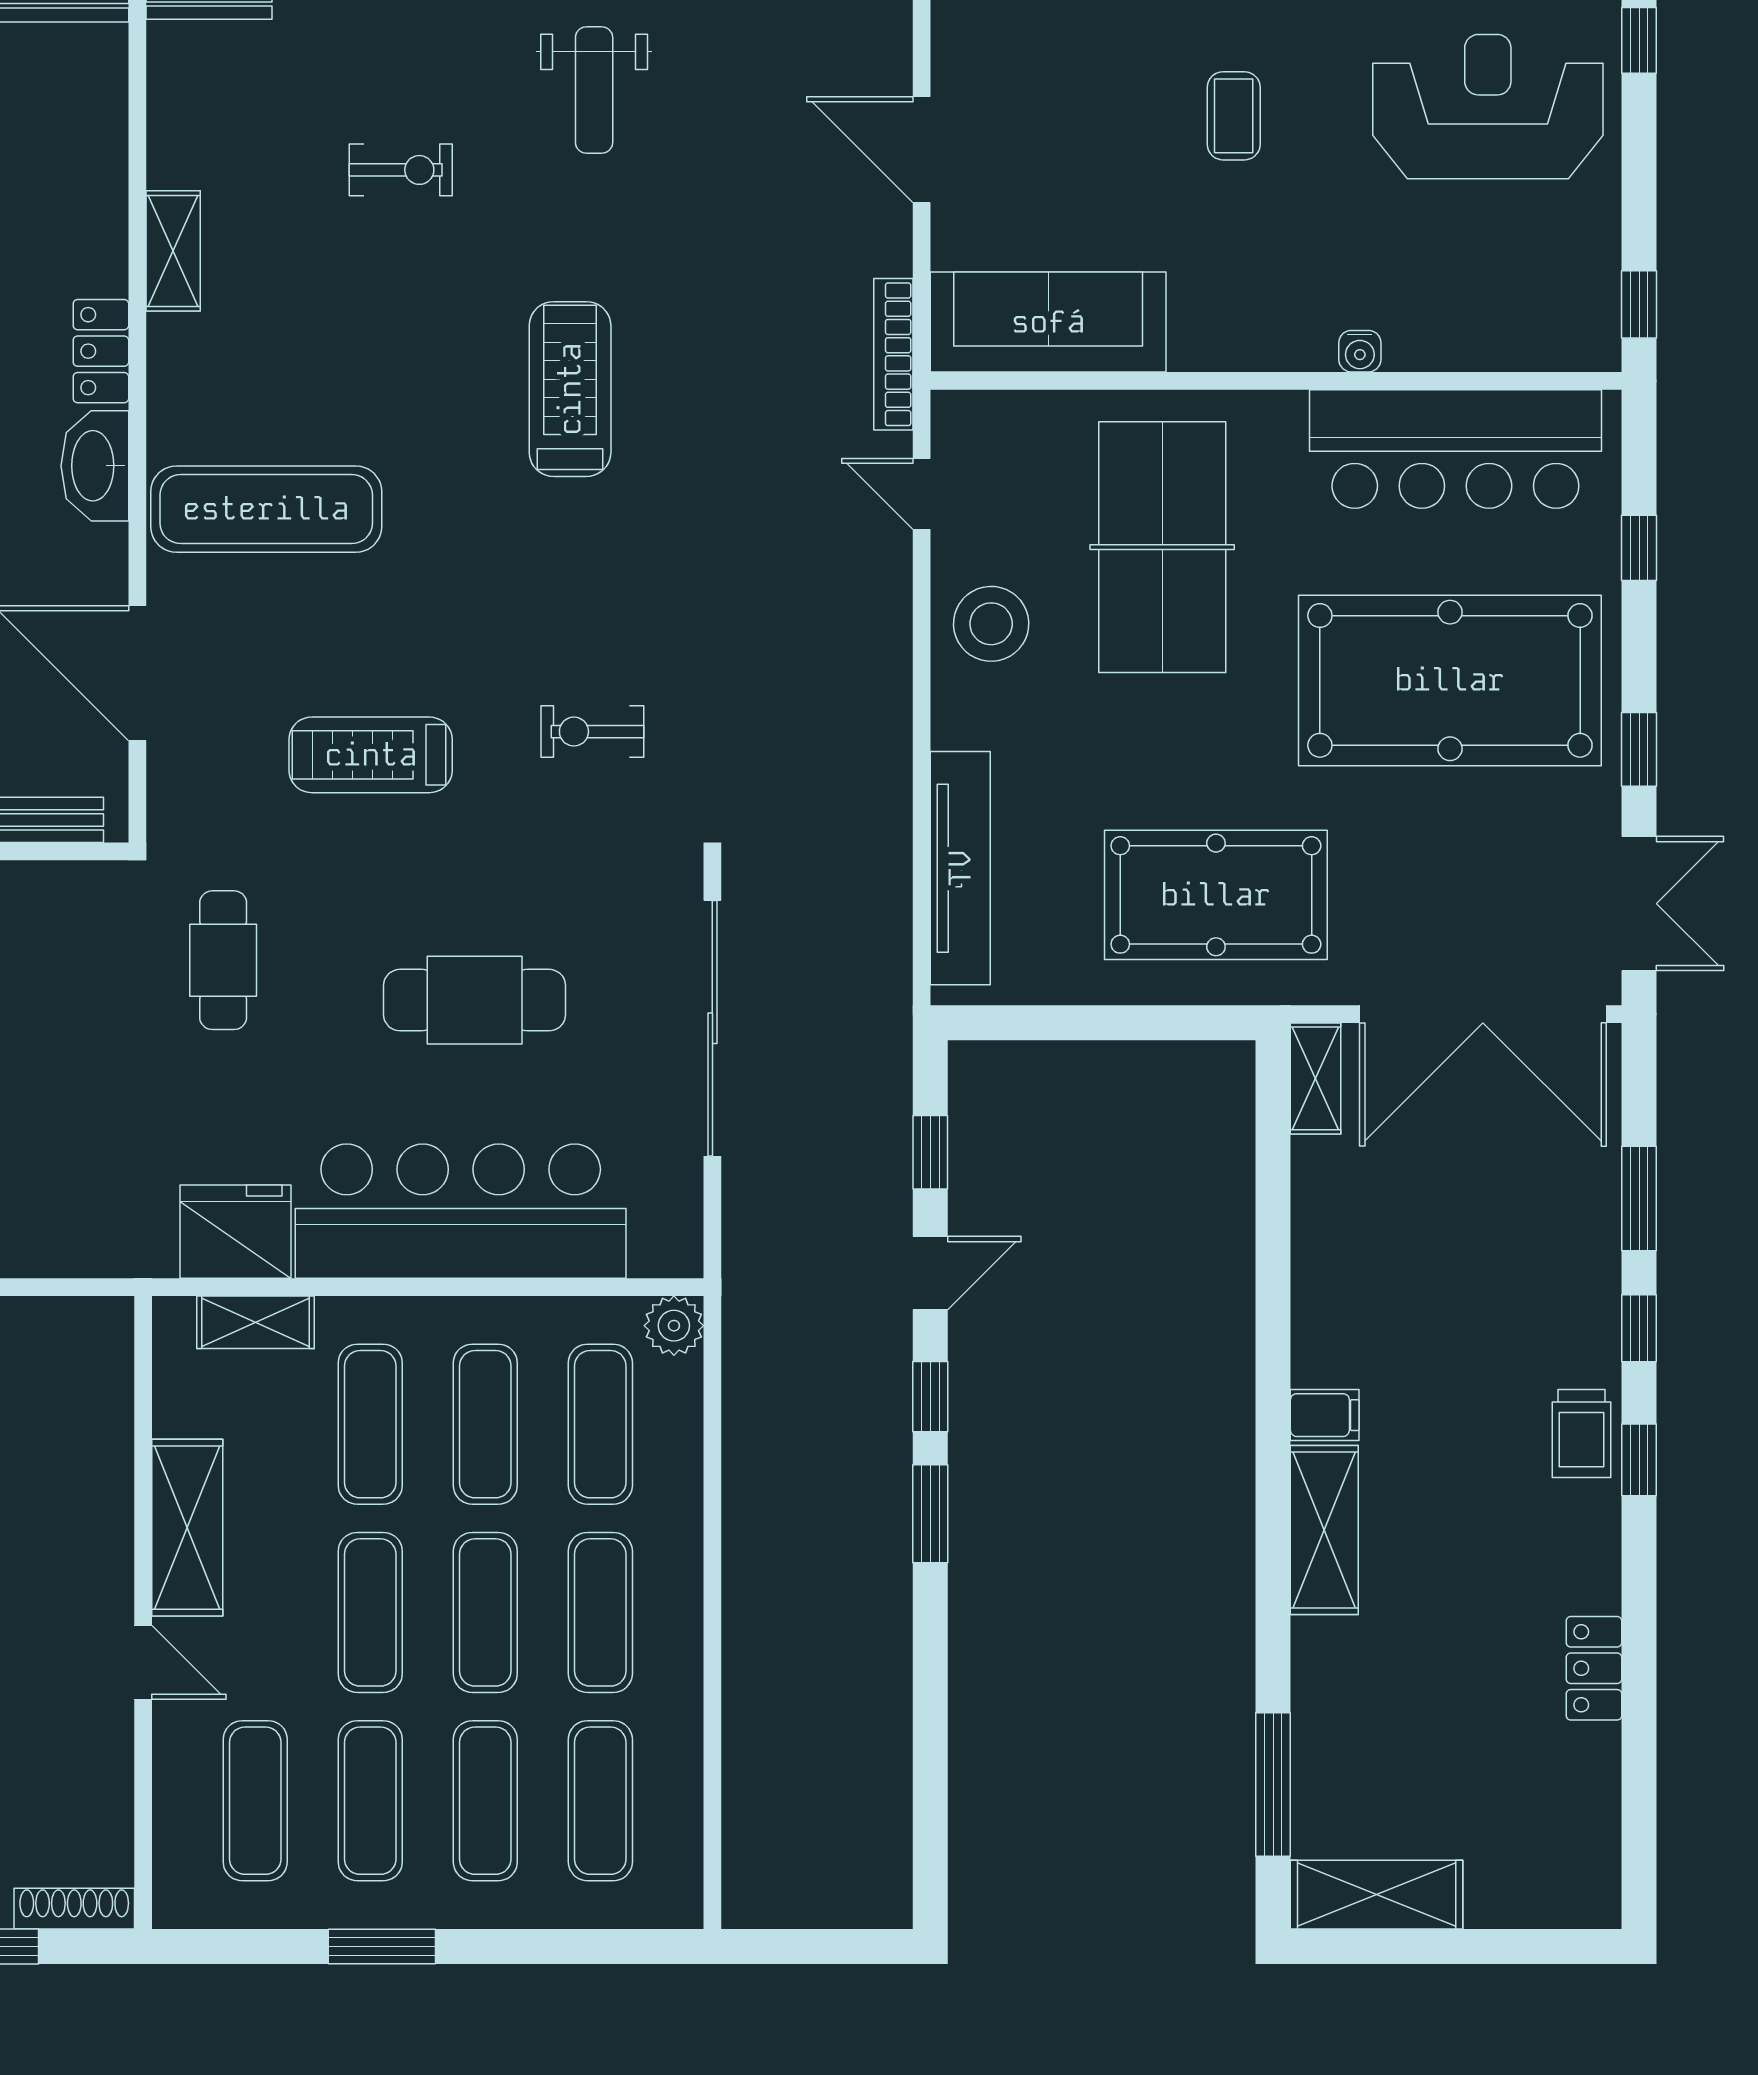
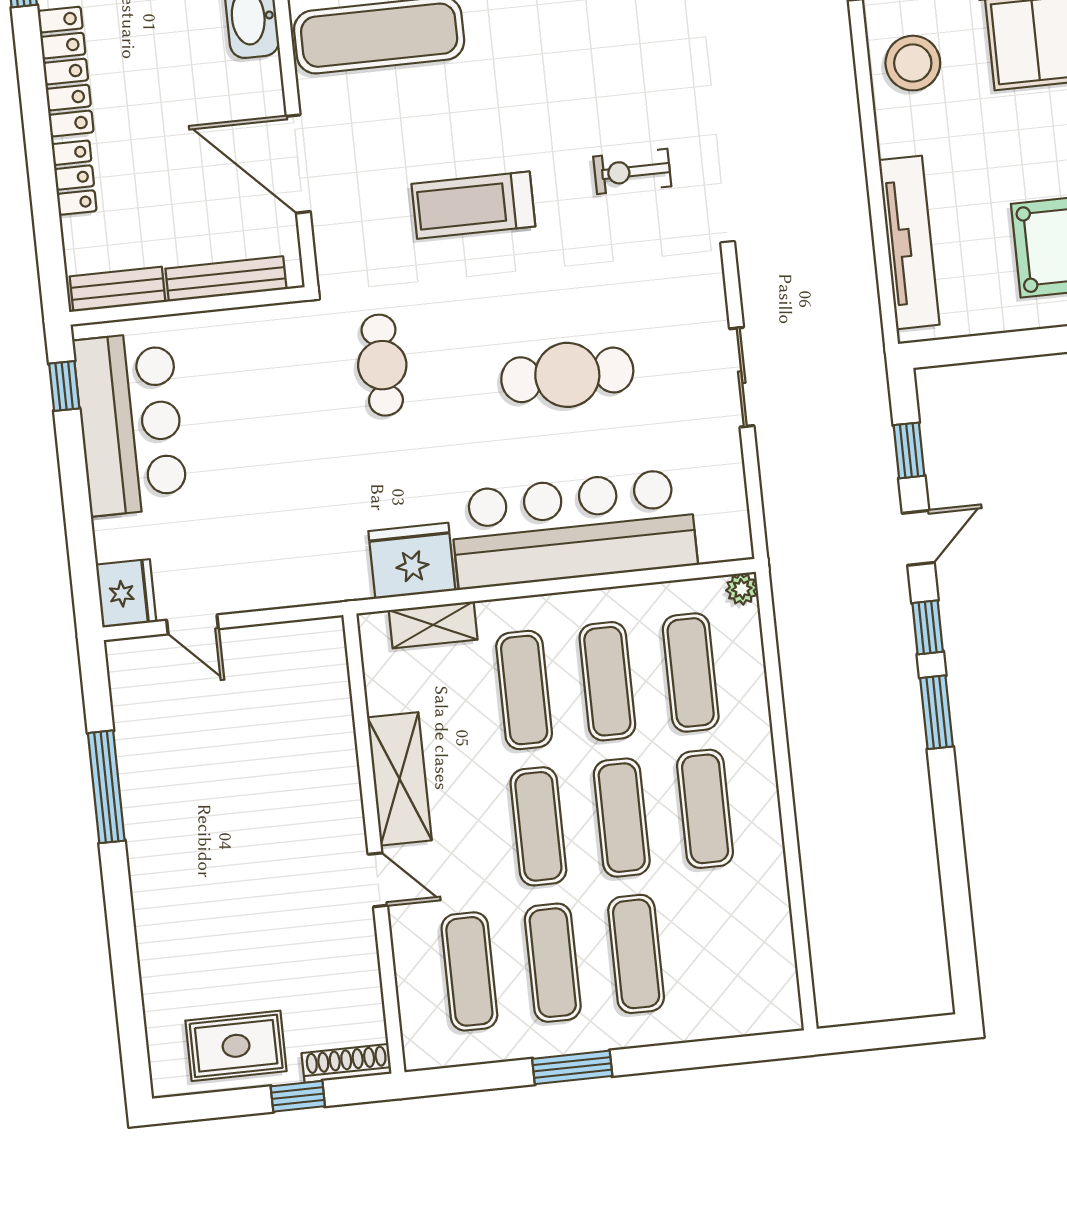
sliding door: (712, 1028) -> (742, 377), width x0.54
plant: (674, 1326) -> (742, 589), width x0.73, depth x0.73
exercise mat: (600, 1801) -> (719, 945), removed

